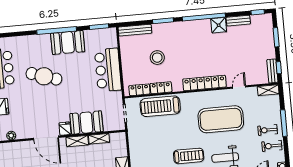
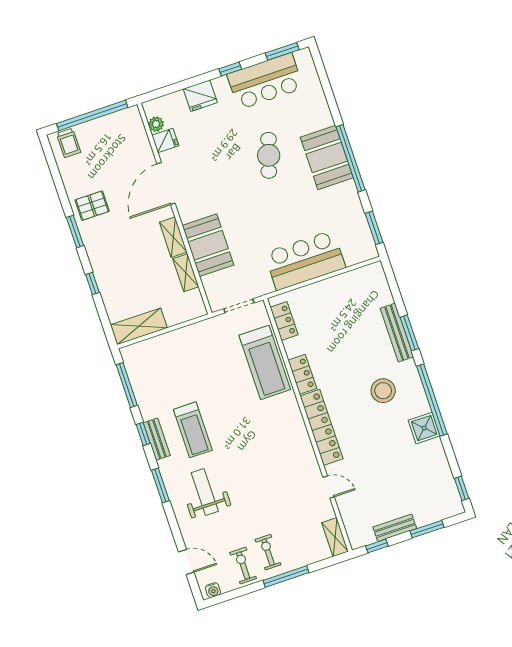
bench: (238, 21) -> (440, 459), removed
bench: (135, 30) -> (397, 333), moved
booth: (68, 42) -> (327, 158), moved
stool: (157, 58) -> (383, 391), moved
bench: (272, 71) -> (395, 528), moved
cafe table: (44, 76) -> (269, 155), width x0.73, depth x0.74
locker: (161, 88) -> (302, 374), moved
treadmill: (160, 106) -> (265, 362), turned 180
exercise mat: (221, 119) -> (267, 469), removed
fridge: (65, 129) -> (165, 140), moved

